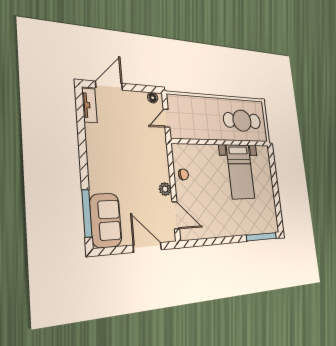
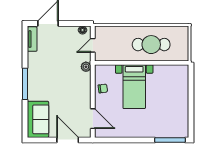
cafe table: (242, 121) -> (151, 45), moved
bed with nightstands: (240, 172) -> (134, 87), moved
plant: (165, 189) -> (86, 67), moved
window: (87, 213) -> (25, 84), moved

